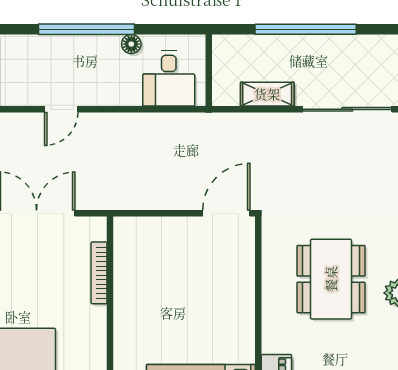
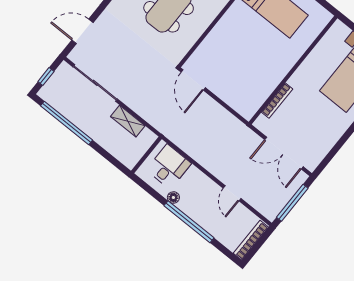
window: (306, 29) -> (67, 123), moved
door: (61, 109) -> (232, 193), swing flipped
door: (226, 213) -> (193, 80), hinge flipped

